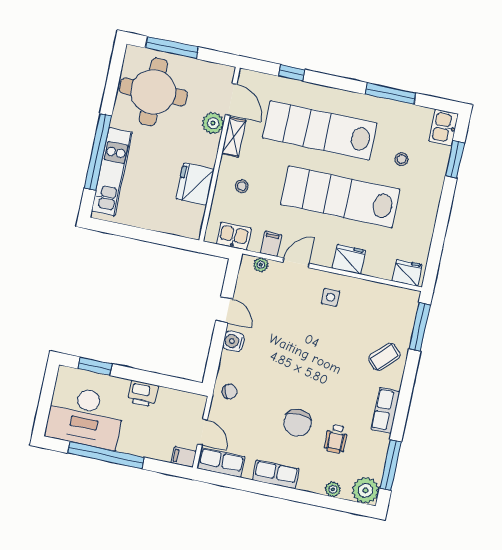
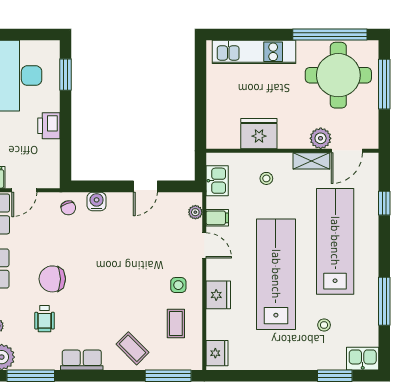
window: (98, 152) -> (330, 34), moved
coffee table: (369, 308) -> (176, 323), added
water cooler: (233, 341) -> (97, 201), moved
wheelchair: (336, 439) -> (45, 319), turned -90

